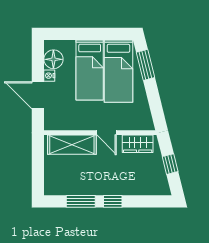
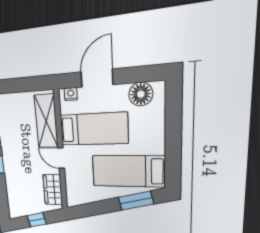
bed: (90, 70) -> (93, 129), moved, turned 180
nightstand: (49, 76) -> (71, 94), moved
door: (107, 133) -> (61, 158), hinge flipped

